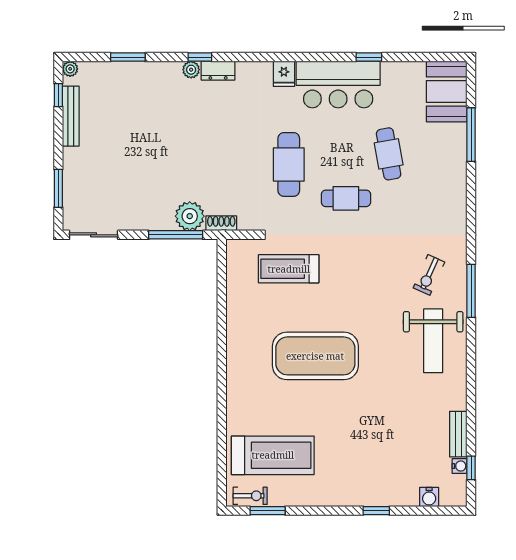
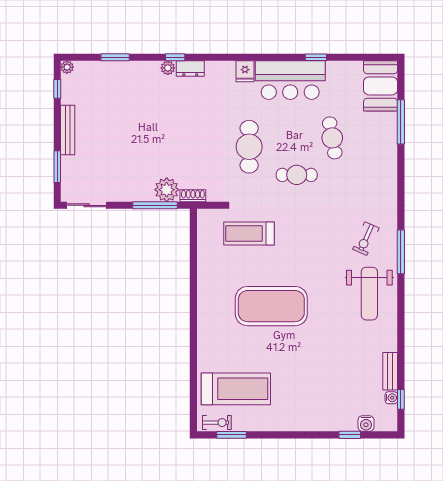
bench: (71, 116) -> (68, 130), moved
window: (376, 511) -> (350, 435), moved

